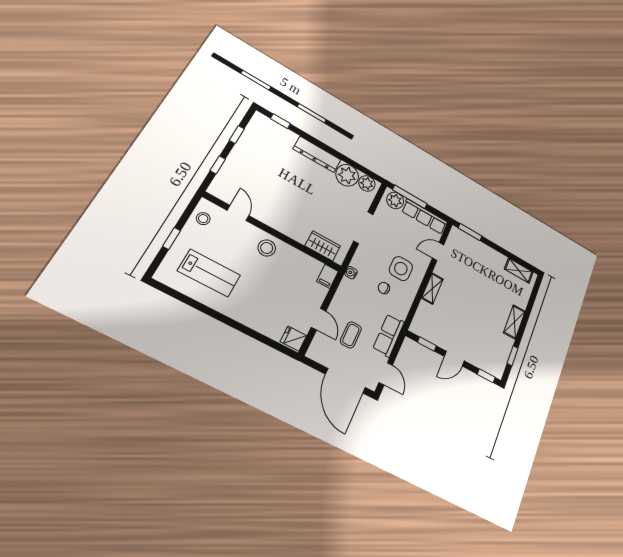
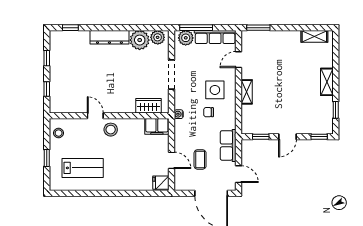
door: (238, 213) -> (95, 116), moved
filing cabinet: (327, 276) -> (157, 126), width x2.00

